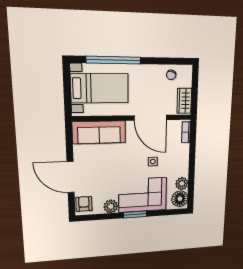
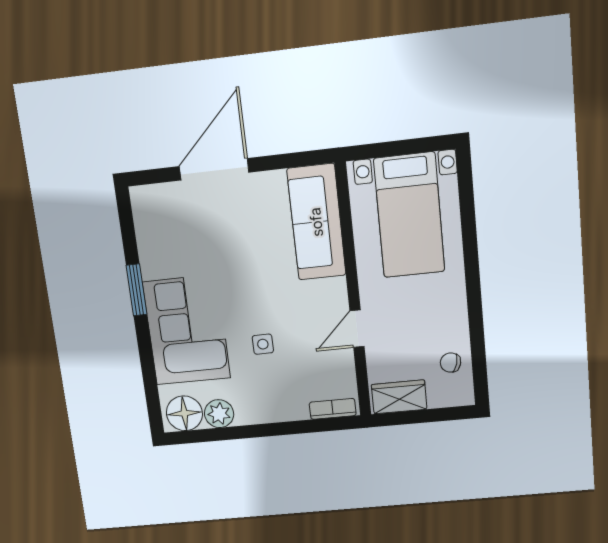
window: (114, 60) -> (470, 239), removed
door: (150, 118) -> (357, 329), width x0.53
armchair: (84, 204) -> (156, 203), removed
plant: (111, 206) -> (155, 262), removed
window: (135, 214) -> (137, 290), moved

